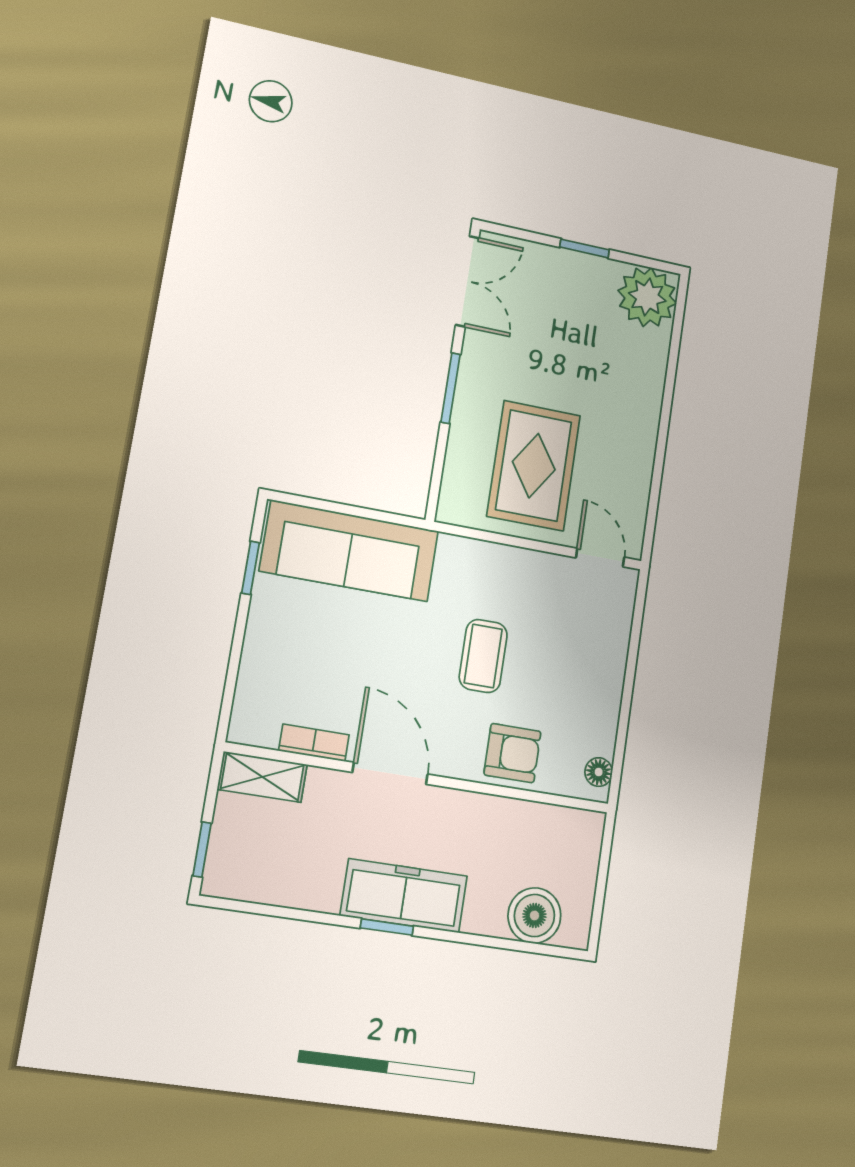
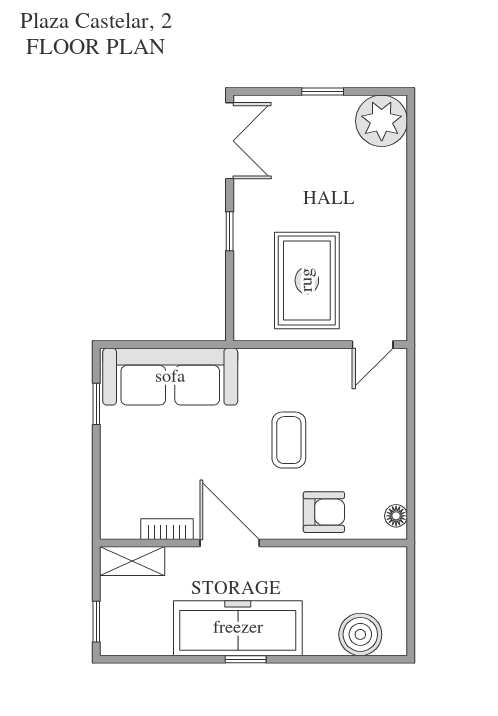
window: (451, 388) -> (230, 231), width x0.67
door: (600, 558) -> (373, 345), swing flipped
freezer: (404, 896) -> (238, 628), width x1.36, depth x1.26

